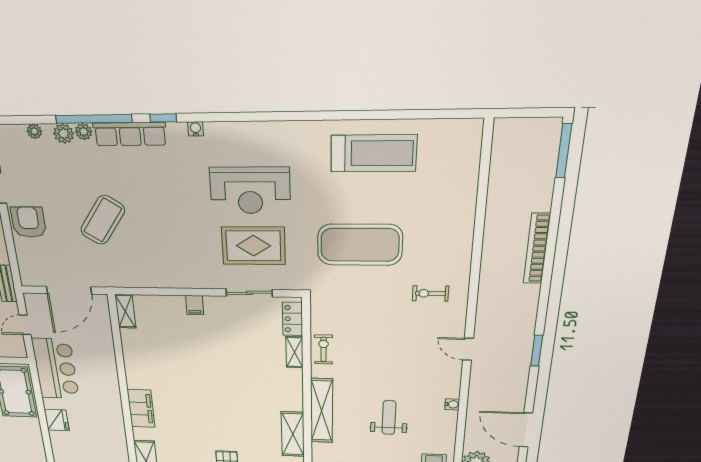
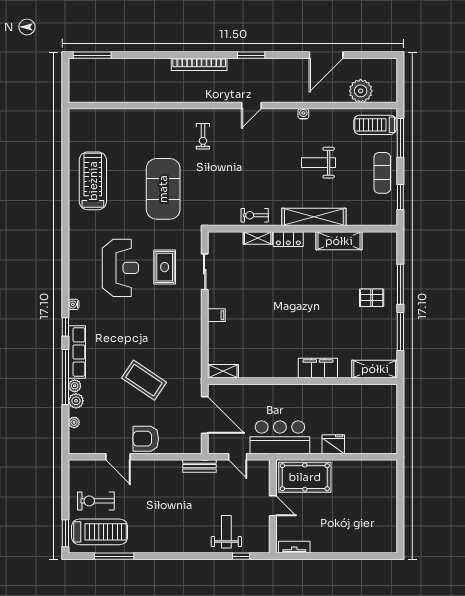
rug: (253, 246) -> (165, 267), width x0.73, depth x0.70
bookcase: (537, 249) -> (199, 64), moved
locker: (293, 319) -> (288, 239), moved

